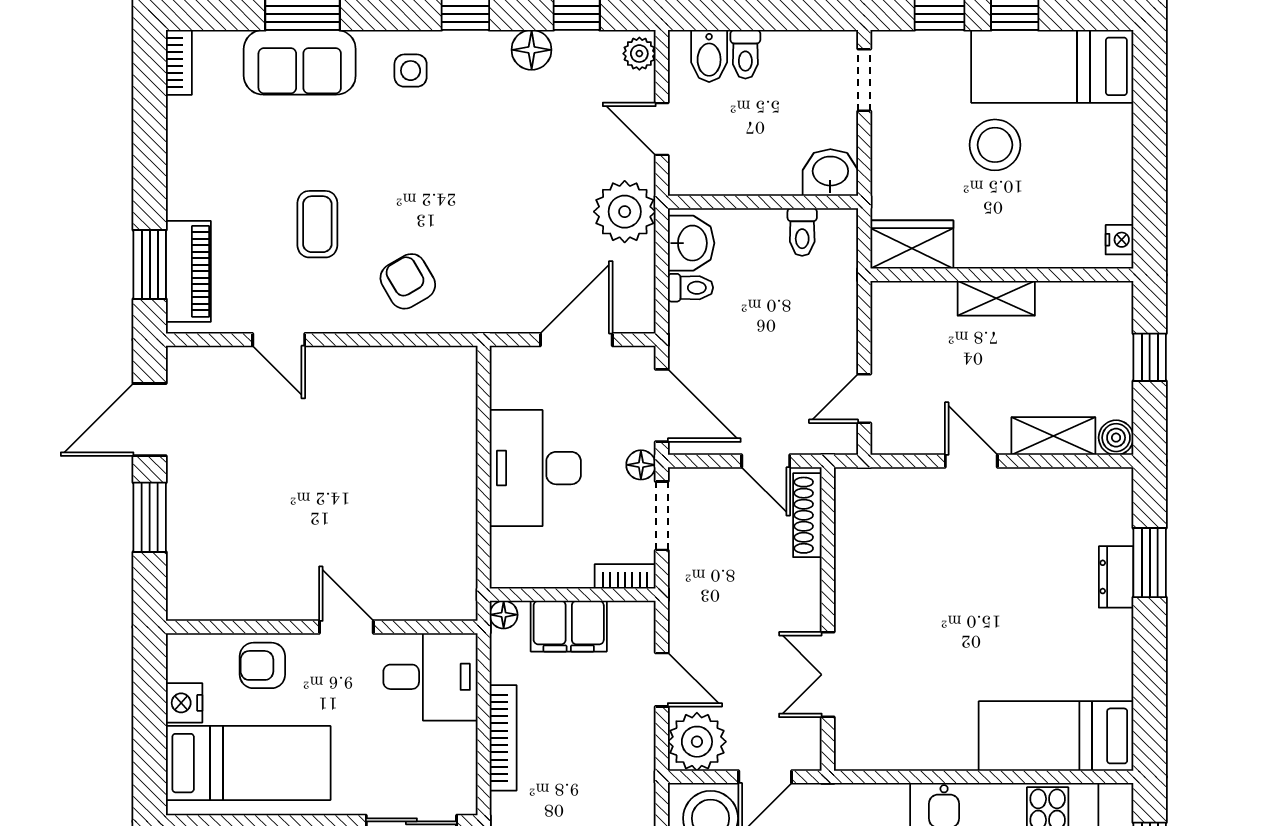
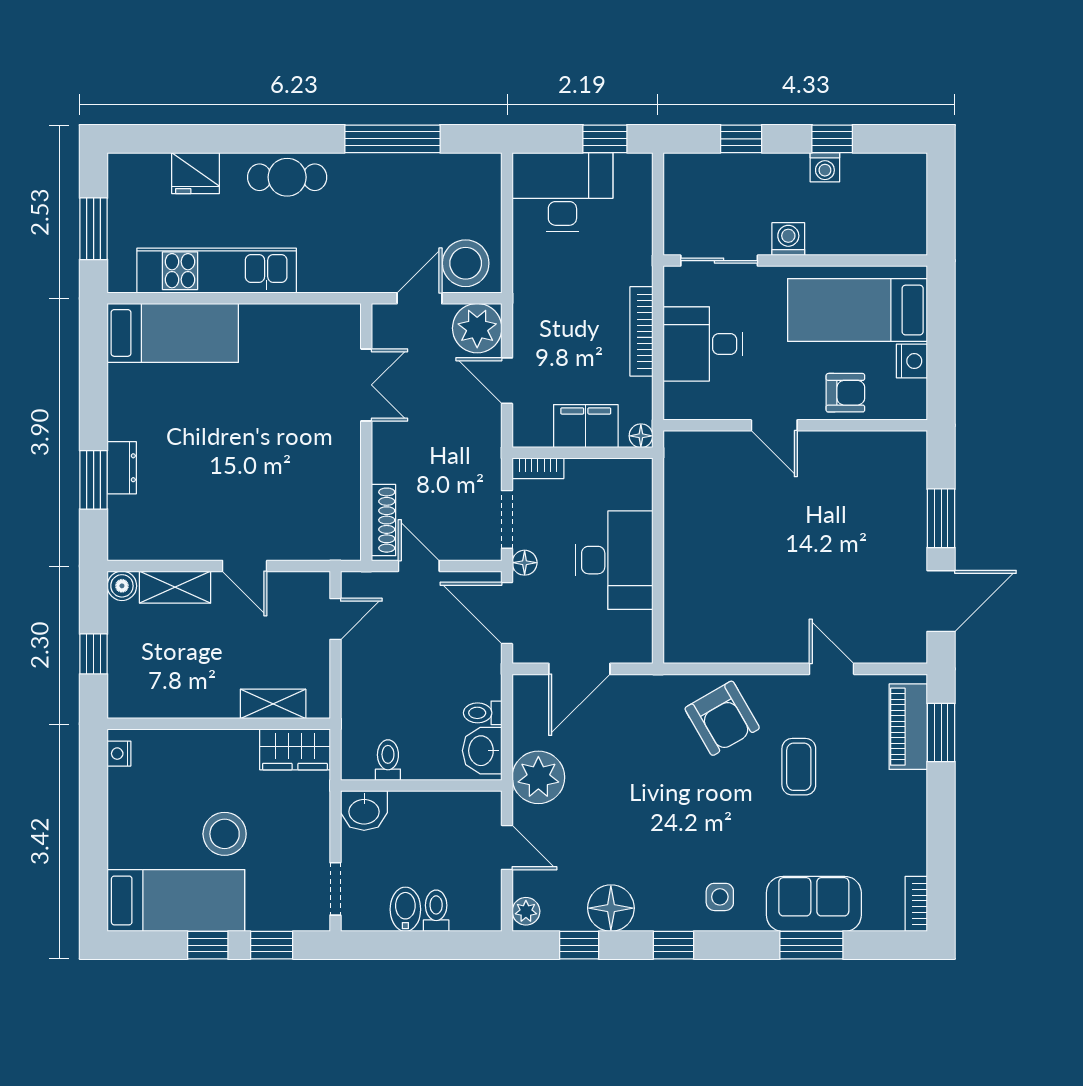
floor lamp: (532, 50) -> (611, 908), width x1.38, depth x1.38
bidet: (709, 56) -> (405, 909), moved
armchair: (408, 281) -> (722, 718), width x1.38, depth x1.38
shelving: (996, 298) -> (273, 704), moved
desk: (430, 677) -> (703, 344), moved

